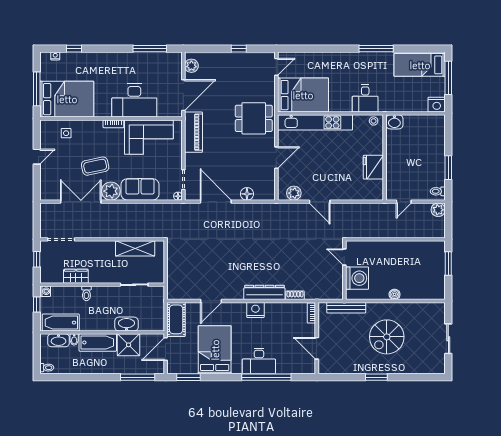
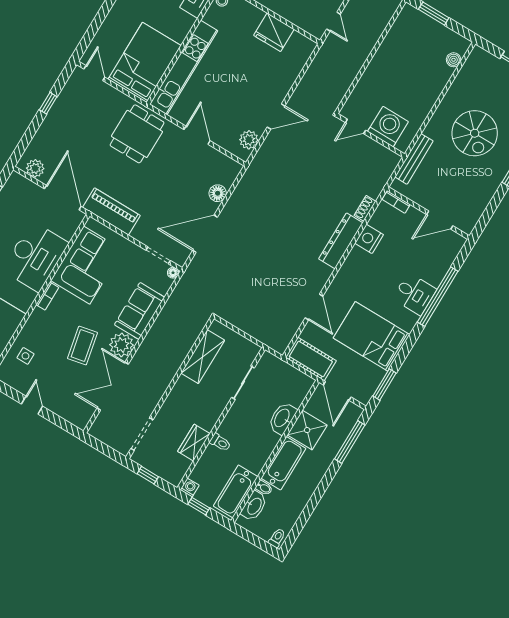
boiler: (395, 294) -> (454, 60), moved
nightstand: (255, 310) -> (369, 239), moved
desk: (259, 361) -> (414, 294), width x0.73

